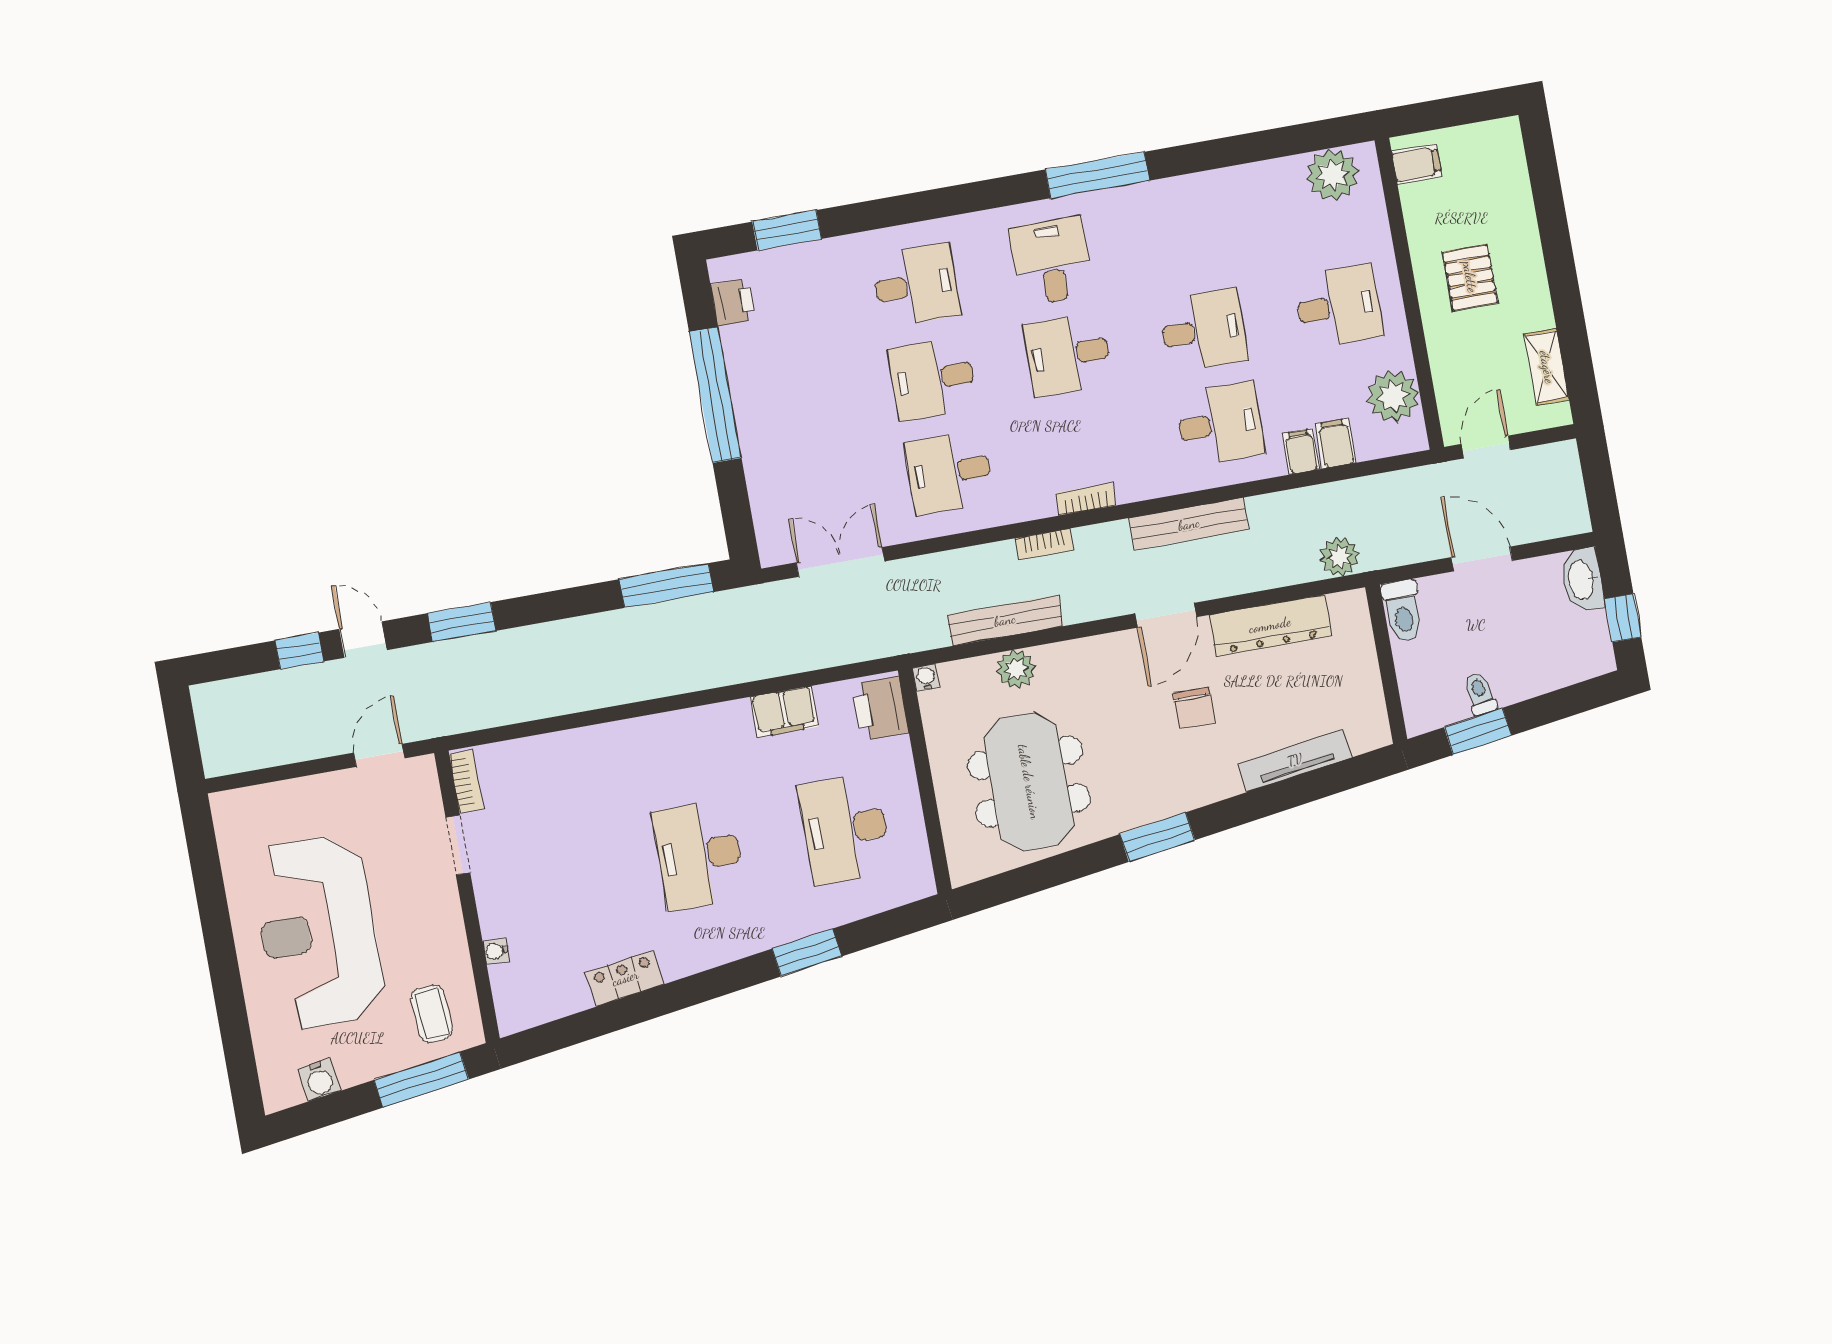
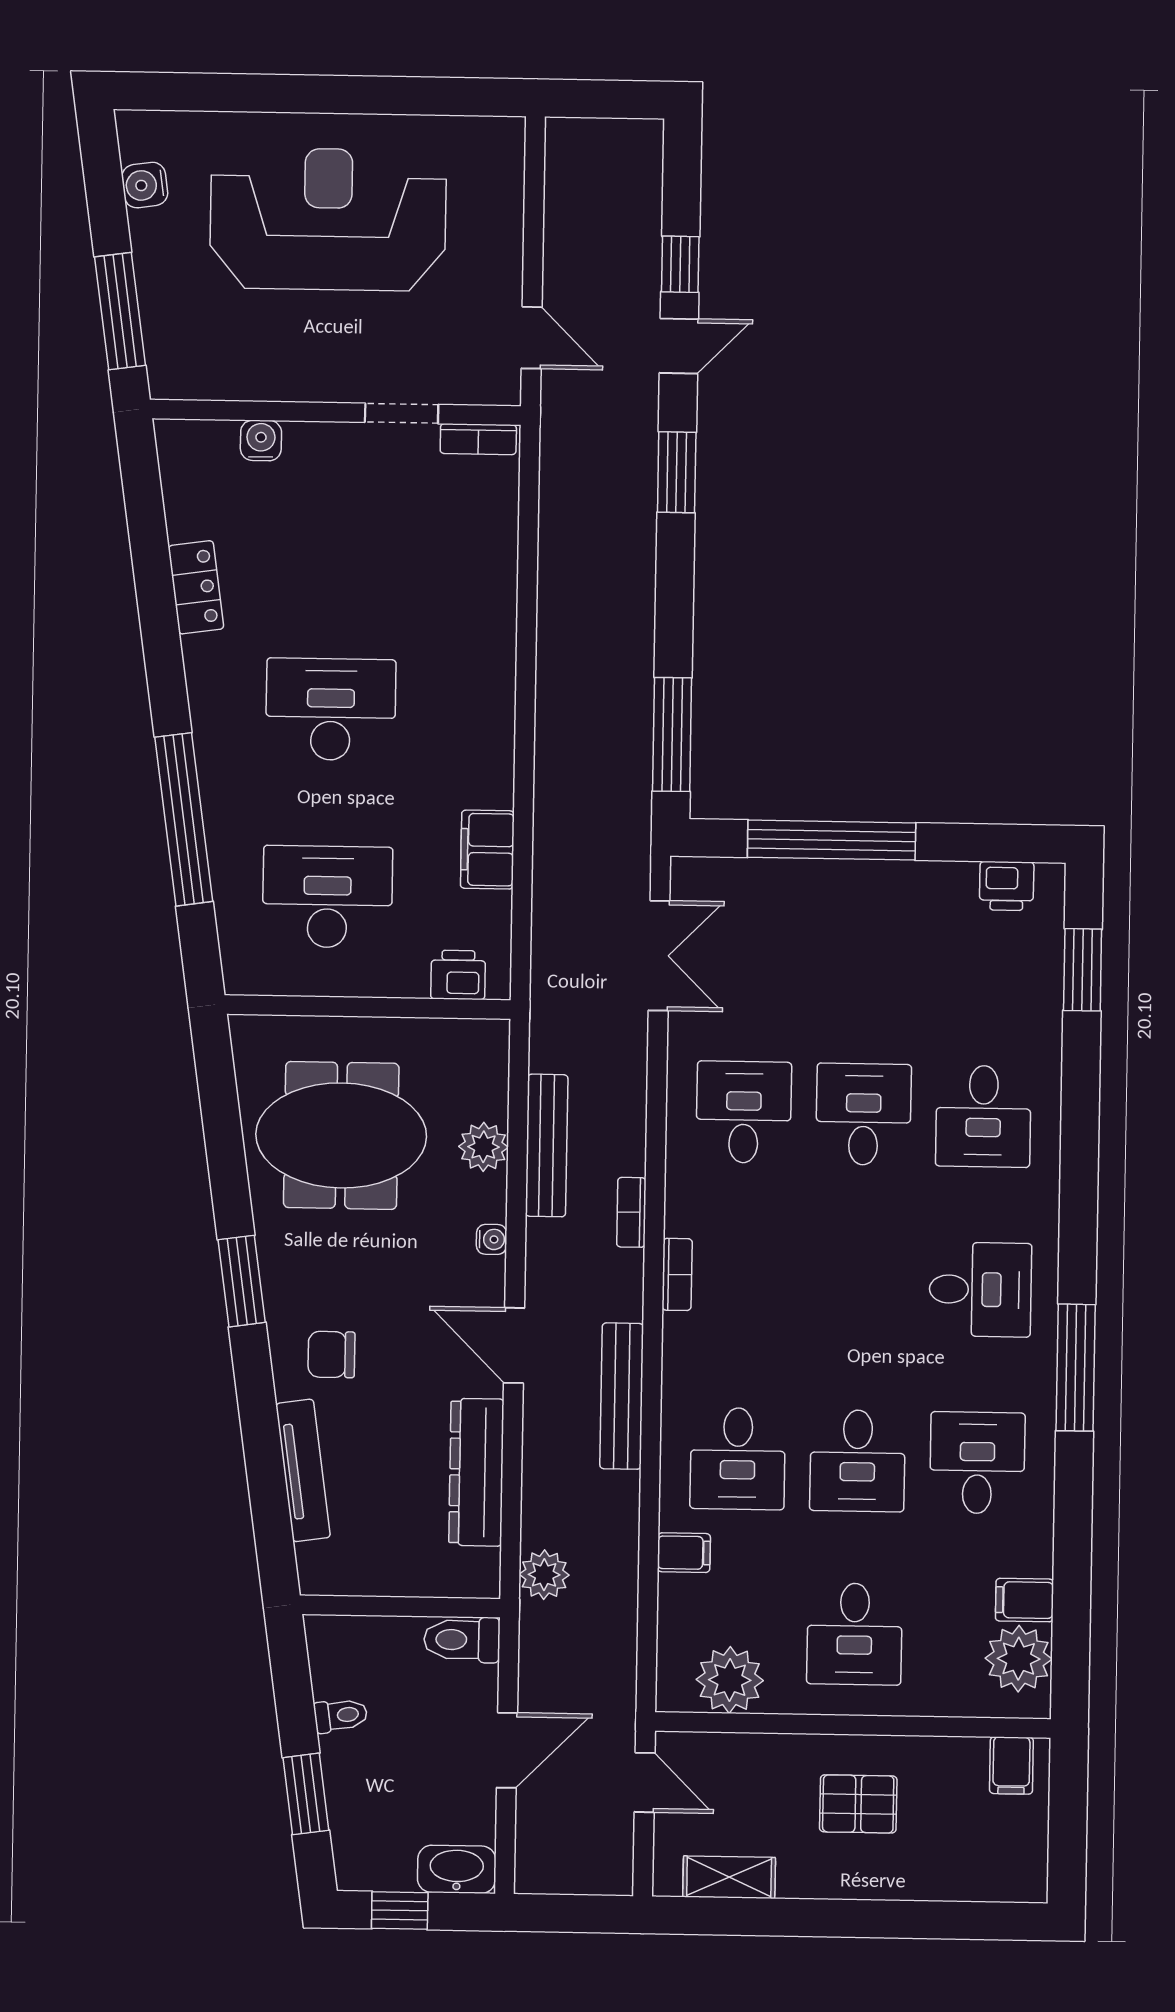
desk: (1068, 355) -> (977, 1463), moved
window: (715, 395) -> (832, 840), moved
filing cabinet: (1336, 443) -> (1024, 1600), moved, turned 180
water cooler: (926, 678) -> (492, 1239), moved
printer: (880, 708) -> (458, 975), width x0.73, depth x0.81
chair: (1194, 708) -> (331, 1354), moved
window: (1478, 731) -> (306, 1794), moved
water cooler: (496, 951) -> (261, 440), width x1.38, depth x1.38
window: (807, 953) -> (184, 819), width x2.11
coffee table: (432, 1014) -> (199, 340), removed

